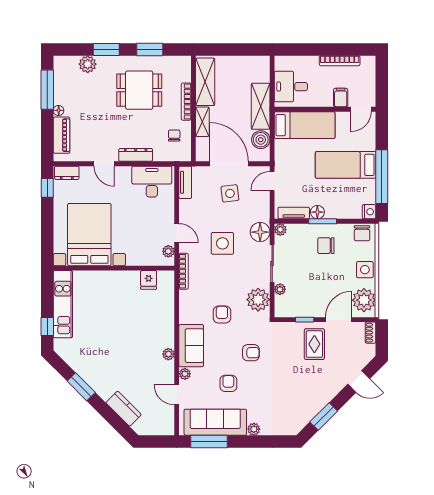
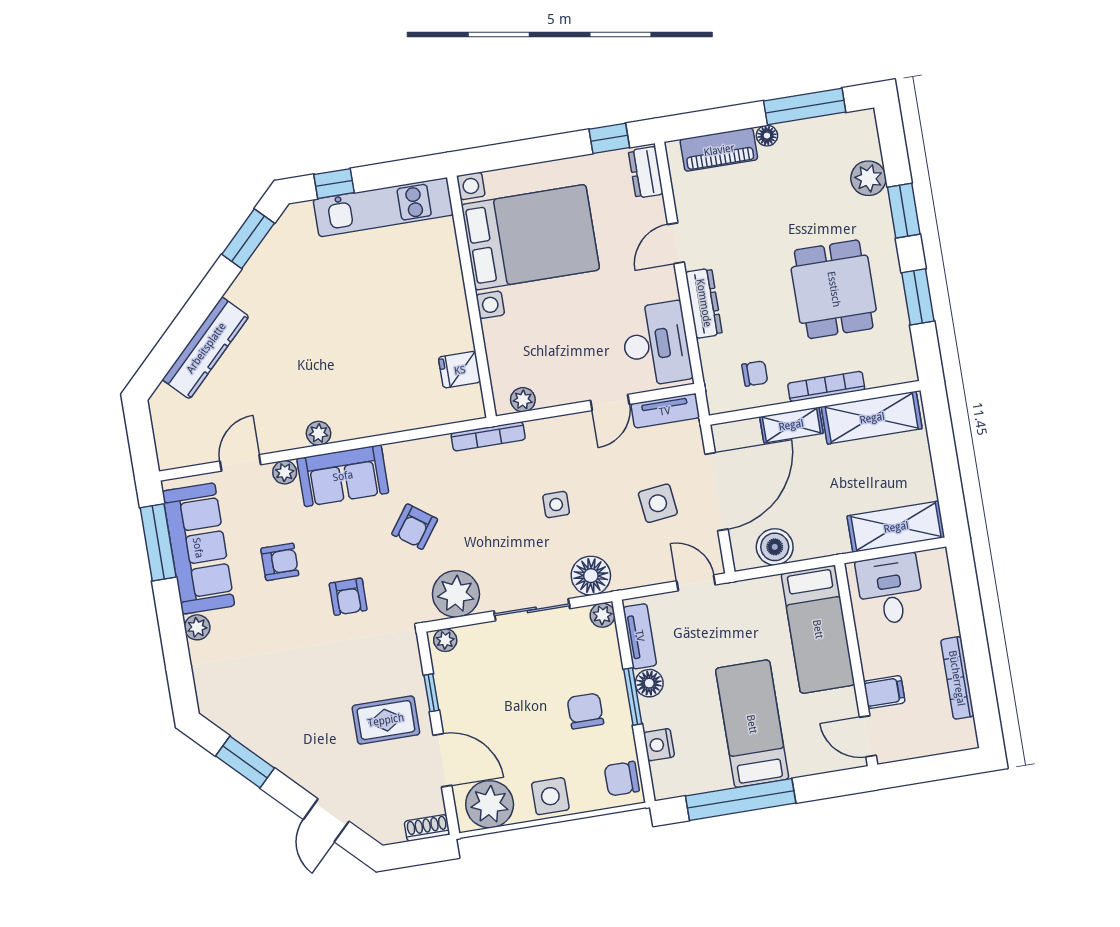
shelving: (261, 106) -> (896, 527), moved
nightstand: (369, 212) -> (659, 745), moved, turned 90
door: (177, 233) -> (610, 402), moved
side table: (222, 243) -> (556, 505), width x0.54, depth x0.54
plant: (280, 289) -> (445, 640), moved
armchair: (222, 314) -> (415, 527), turned 126
window: (81, 387) -> (248, 239), moved
kitchen counter: (124, 409) -> (206, 348), width x1.50

